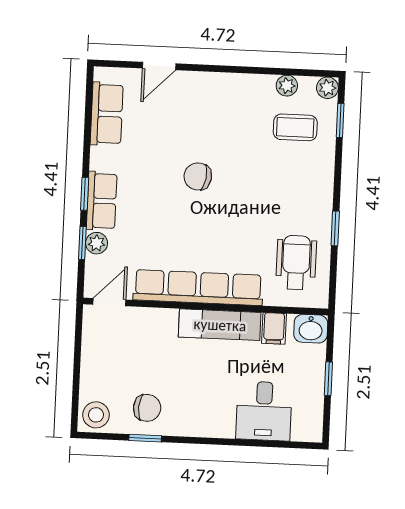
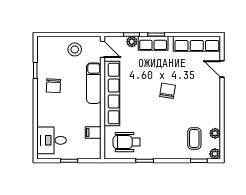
row of seats: (107, 114) -> (197, 44), width x1.48
wheelchair: (296, 262) -> (127, 142), turned 180
exam couch: (220, 325) -> (94, 83), moved
washbasin: (311, 329) -> (94, 151), removed
chair: (147, 408) -> (53, 86), moved
desk: (264, 411) -> (52, 140), moved
stool: (96, 415) -> (75, 49), moved

